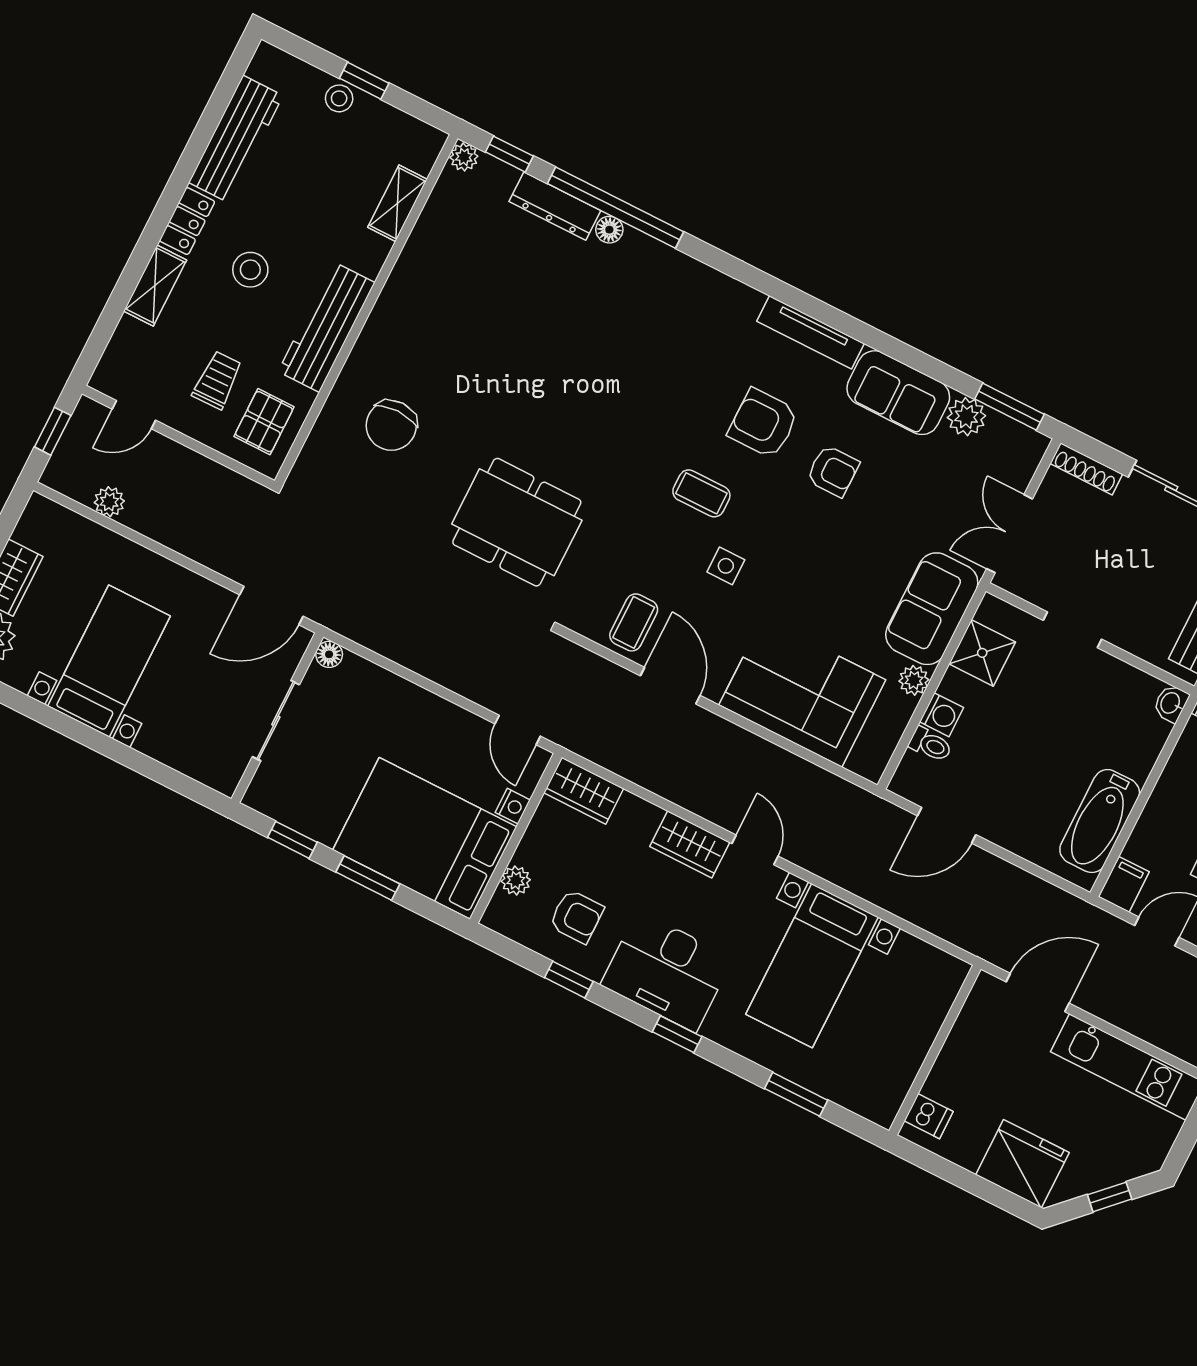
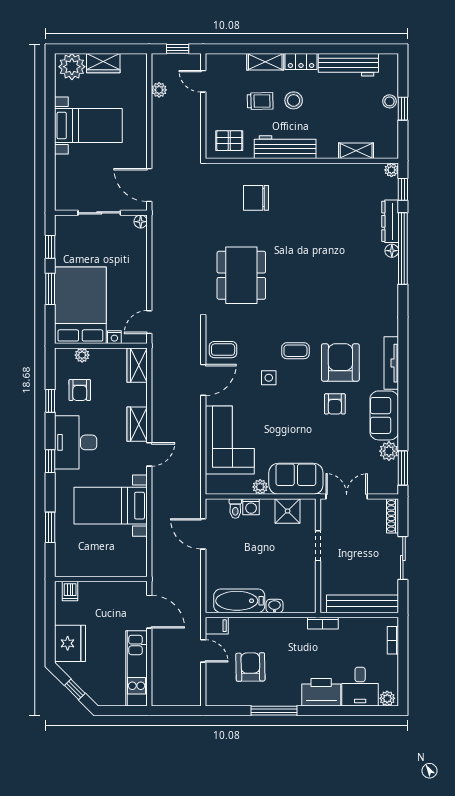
trolley: (217, 380) -> (260, 101), moved
armchair: (763, 423) -> (340, 362), width x1.36, depth x1.36
coffee table: (701, 493) -> (295, 351), turned 90
washbasin: (1171, 703) -> (275, 606), moved

